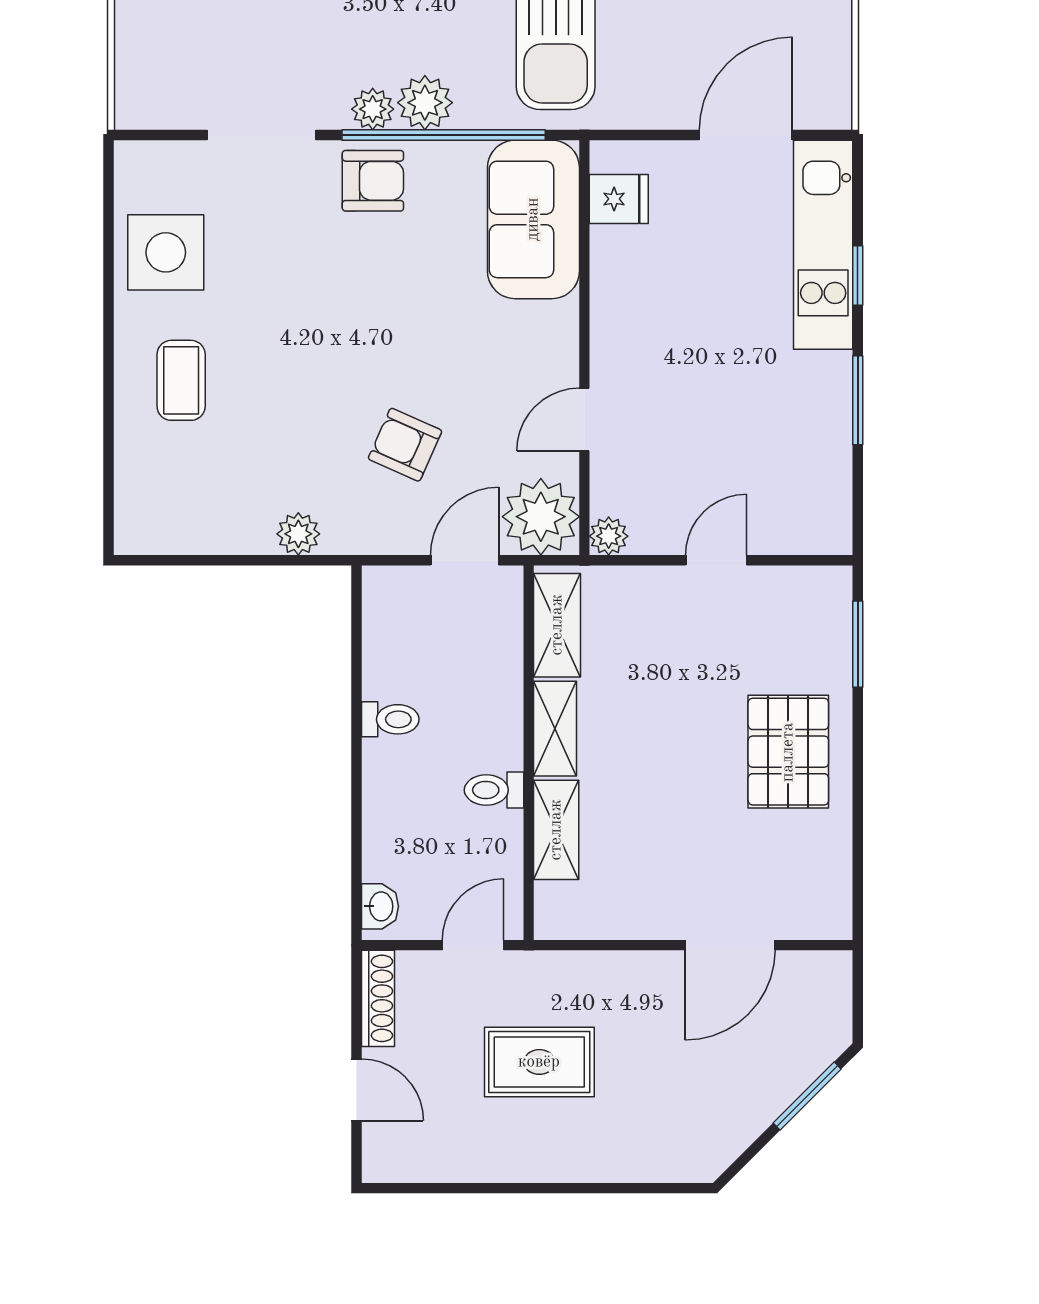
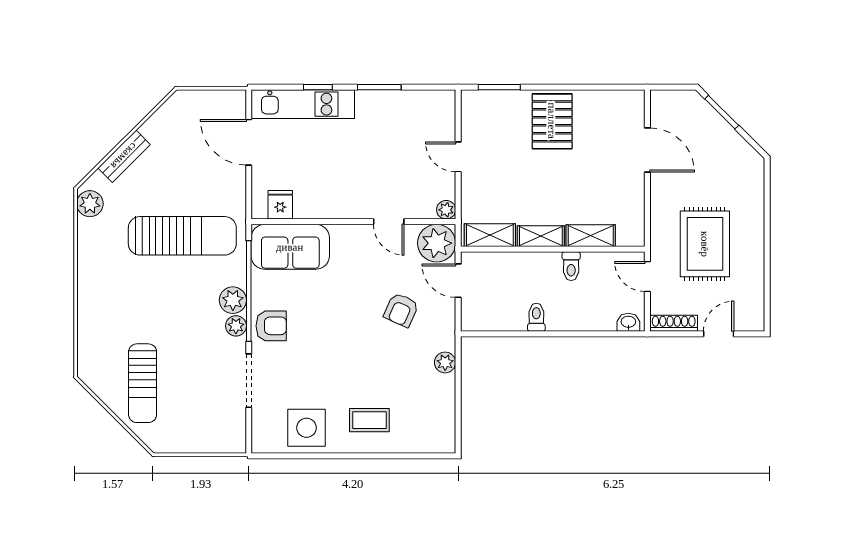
armchair: (373, 181) -> (271, 326), turned 90
pallet: (788, 752) -> (552, 121), turned 90
rug: (539, 1062) -> (705, 244), width x1.36, depth x1.43

